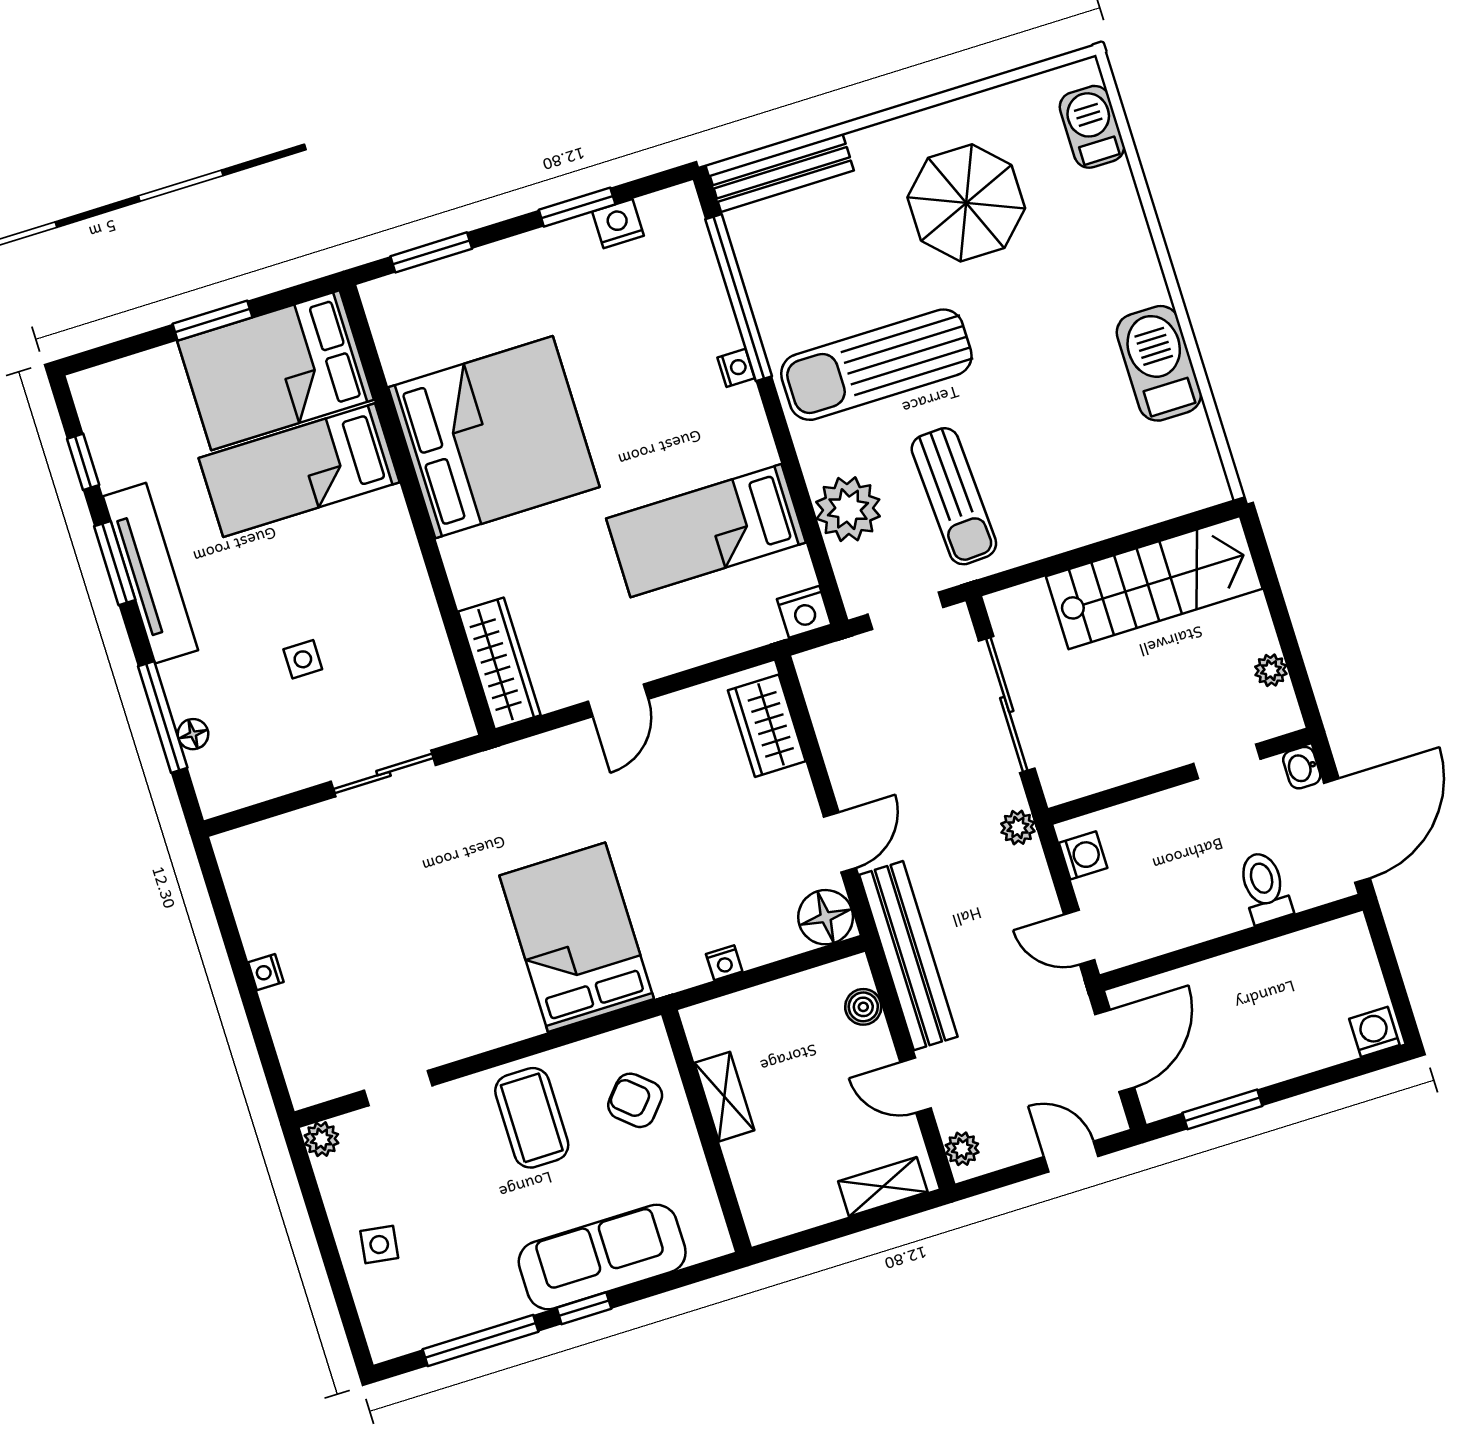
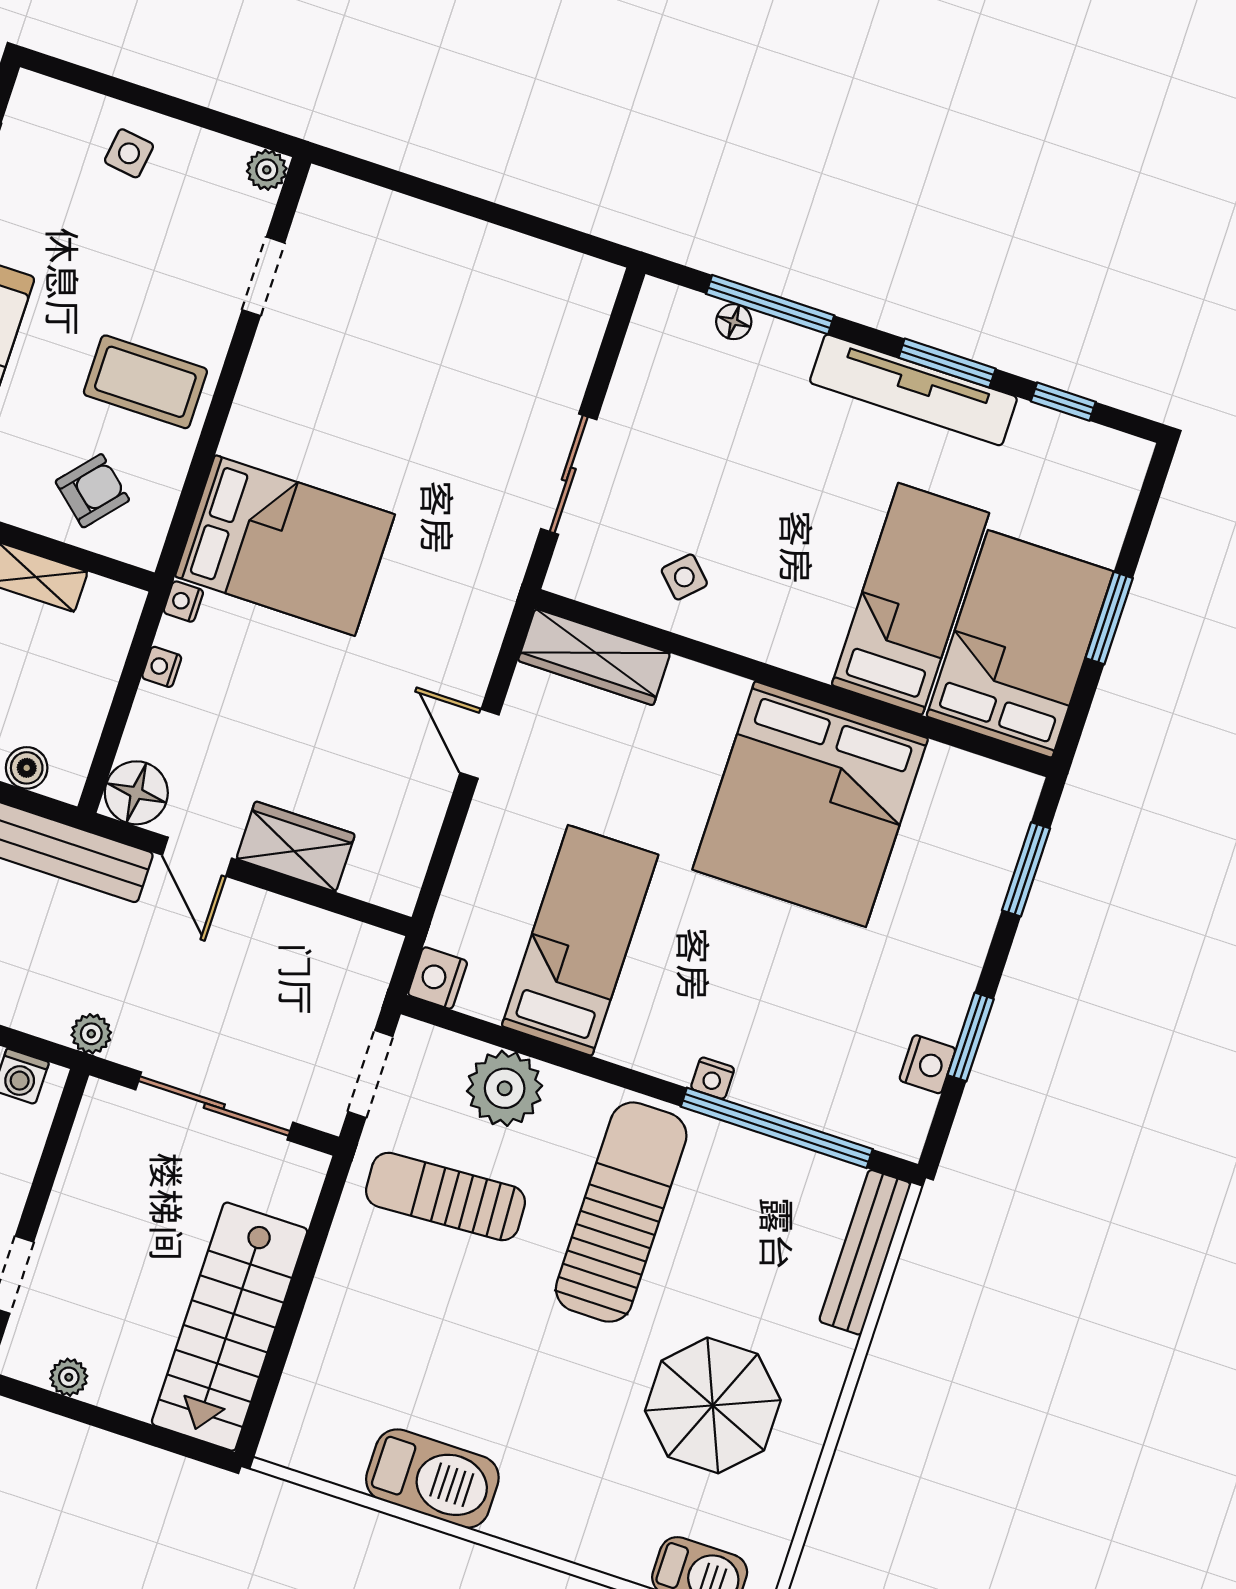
side table: (303, 659) -> (684, 577), moved, turned 45
wardrobe: (767, 726) -> (296, 846), moved
nightstand: (266, 972) -> (183, 602), moved, turned -90

